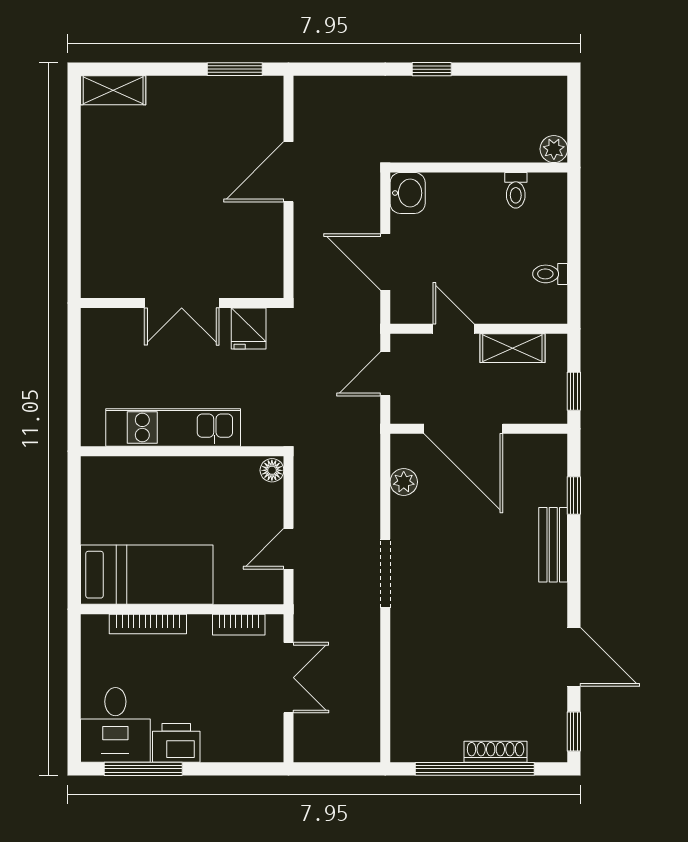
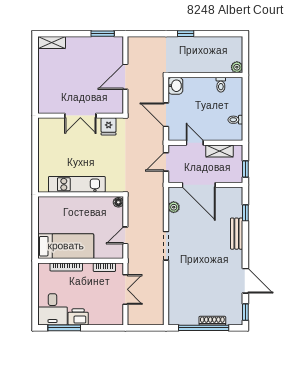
double door: (182, 303) -> (80, 116), moved
wall: (182, 303) -> (81, 116), moved
fridge: (249, 328) -> (109, 126), moved

